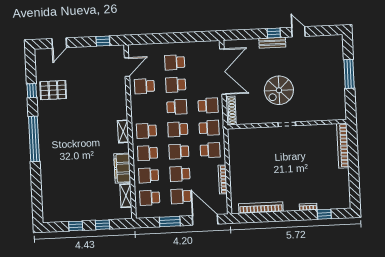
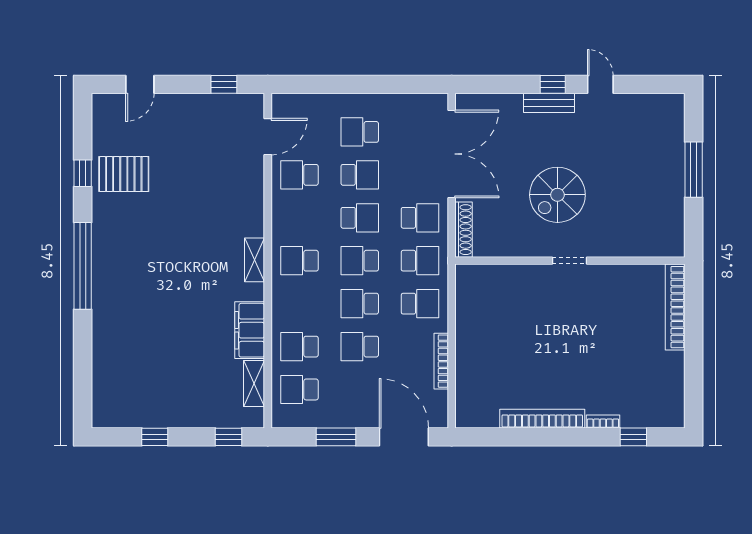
school desk: (176, 85) -> (360, 175), turned 180
school desk: (148, 153) -> (299, 304), removed
school desk: (181, 196) -> (360, 389), removed
bookcase: (261, 208) -> (542, 419), moved
window: (103, 225) -> (228, 437), moved

